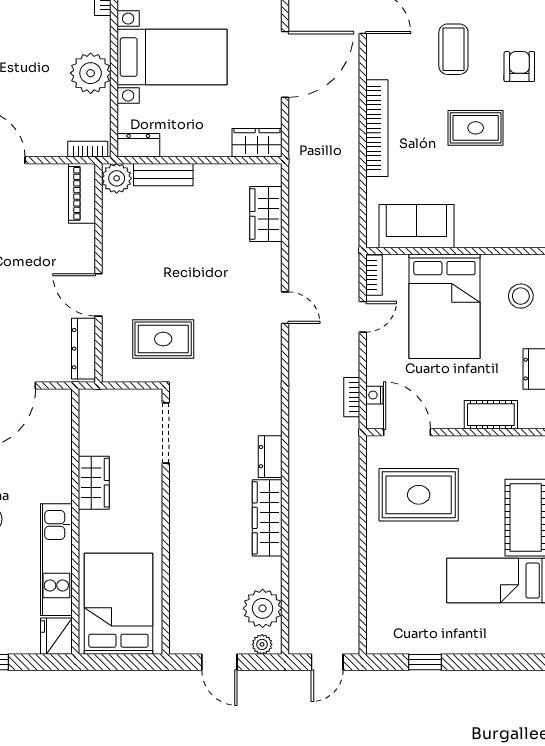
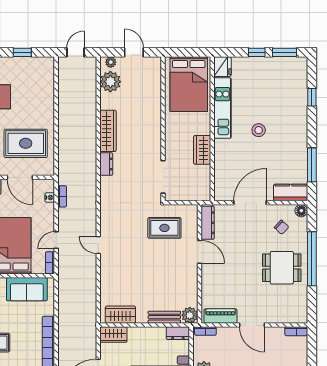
piano: (82, 193) -> (221, 316), moved, turned -90
wardrobe: (266, 214) -> (120, 315), moved, turned -90
door: (407, 432) -> (20, 177), moved

